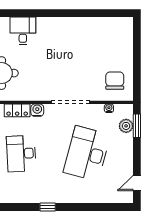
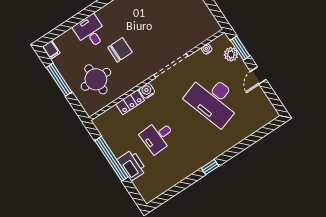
chair: (115, 81) -> (120, 50), moved, turned 90
desk: (21, 154) -> (158, 137), width x0.73
desk: (87, 154) -> (213, 100), turned -33
door: (137, 183) -> (258, 76), moved

